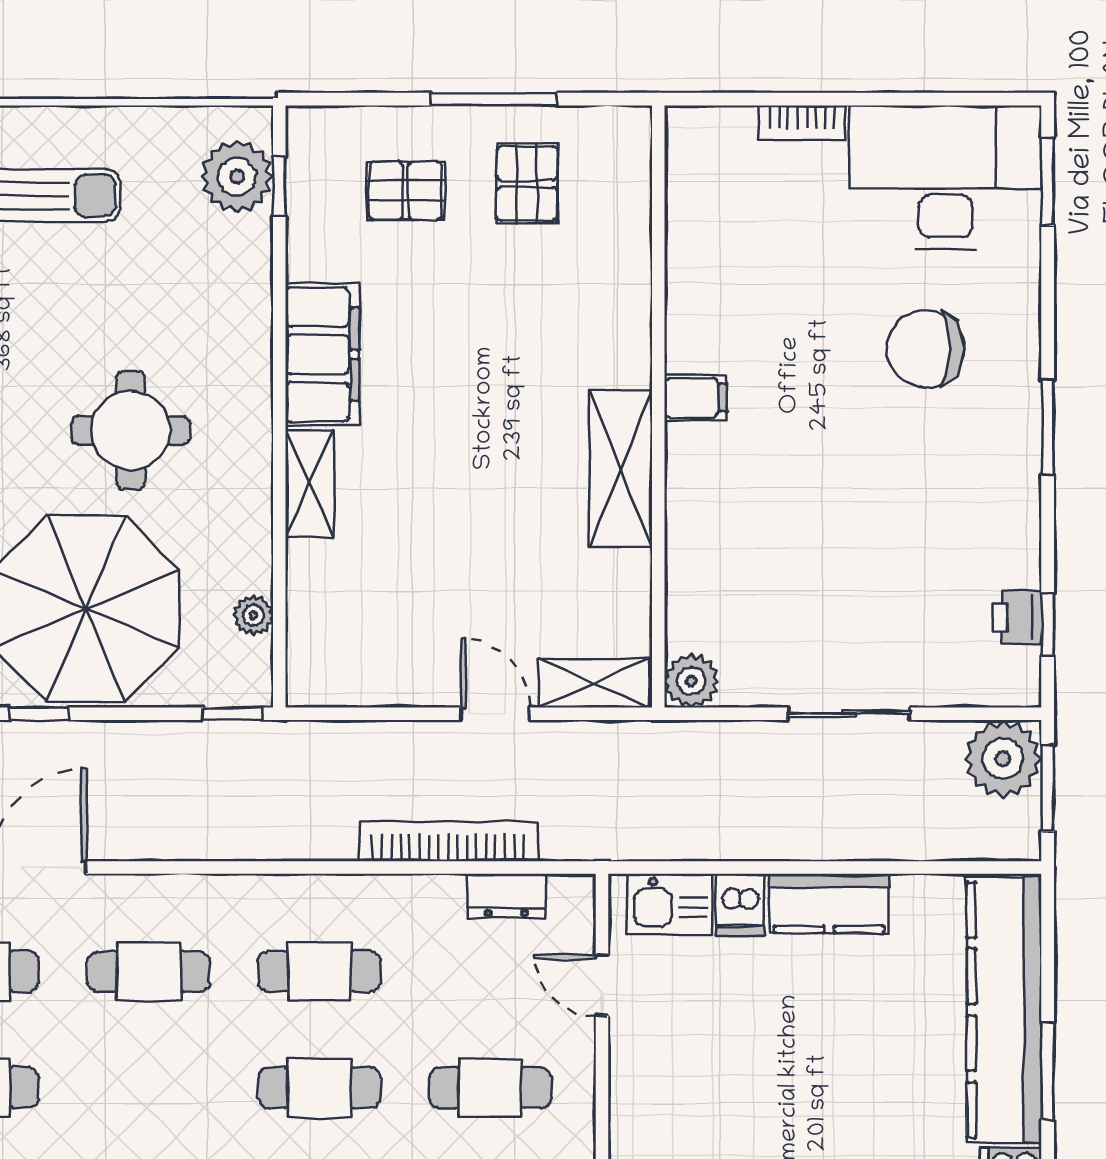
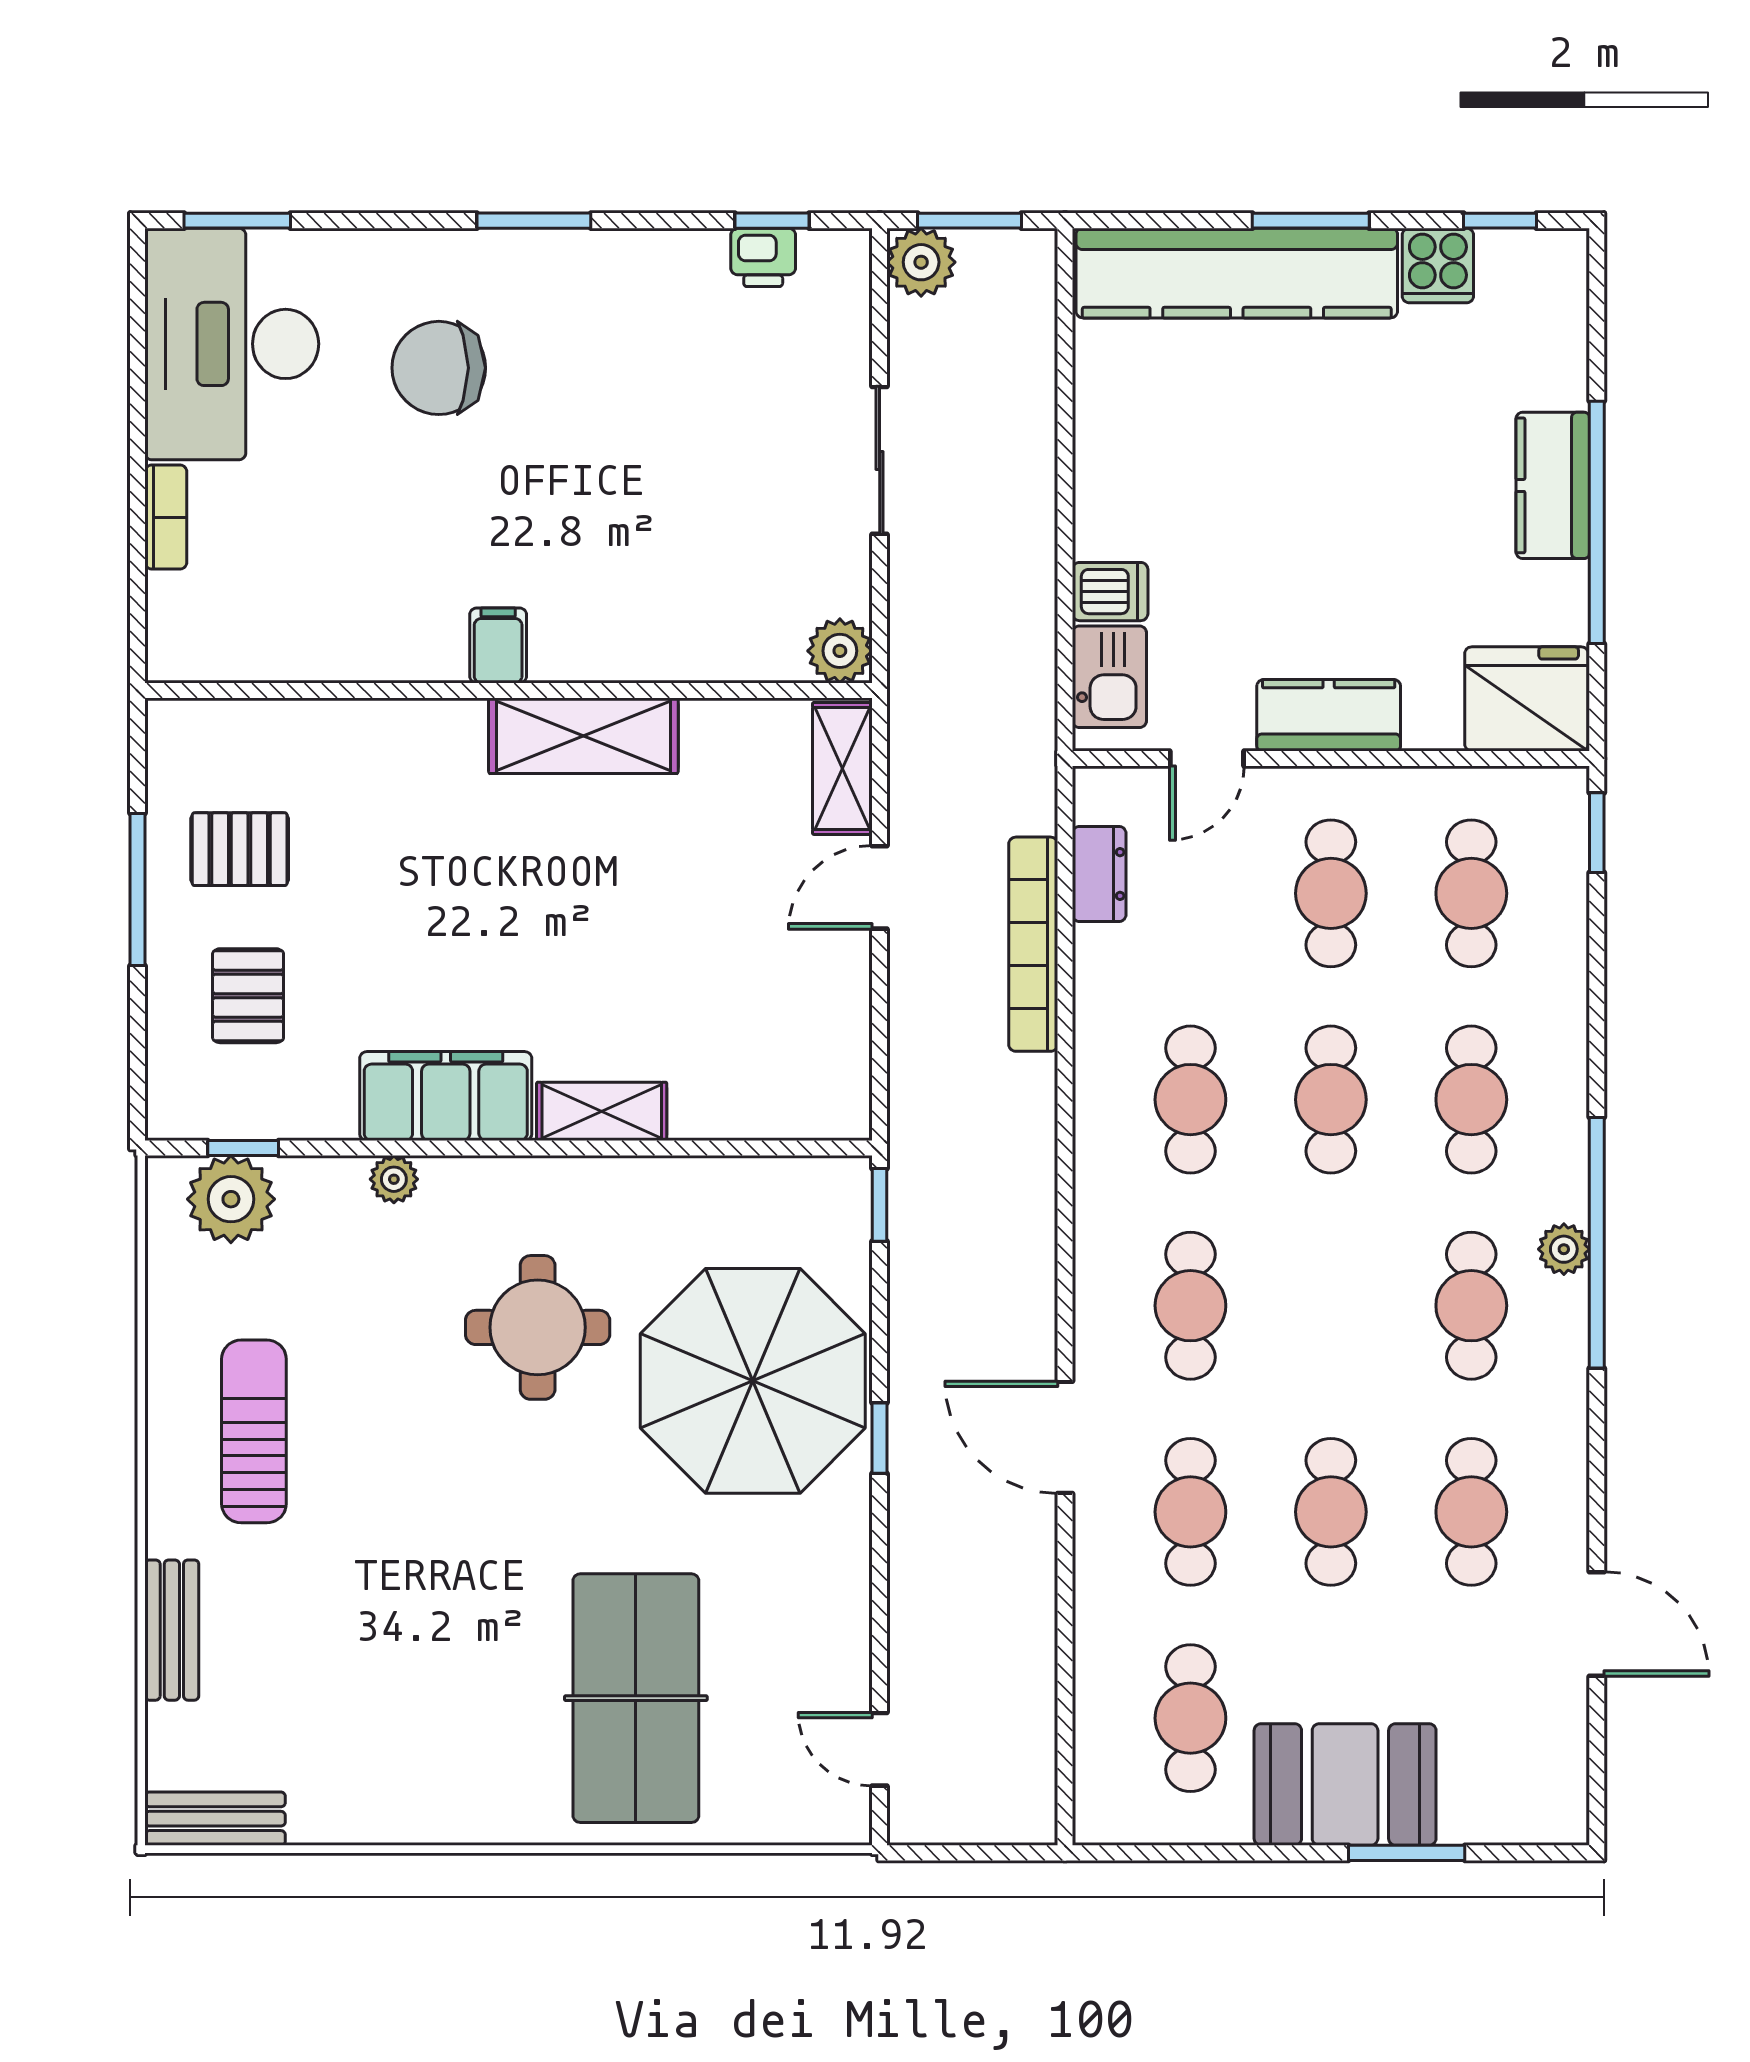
chair: (926, 349) -> (439, 368), turned 90
plant: (253, 615) -> (394, 1179), moved
plant: (1003, 759) -> (921, 262), width x0.73, depth x0.73
kitchen counter: (829, 903) -> (1329, 715), moved, turned -90

